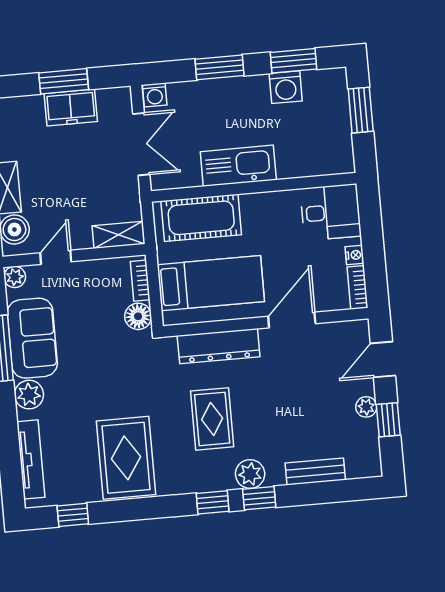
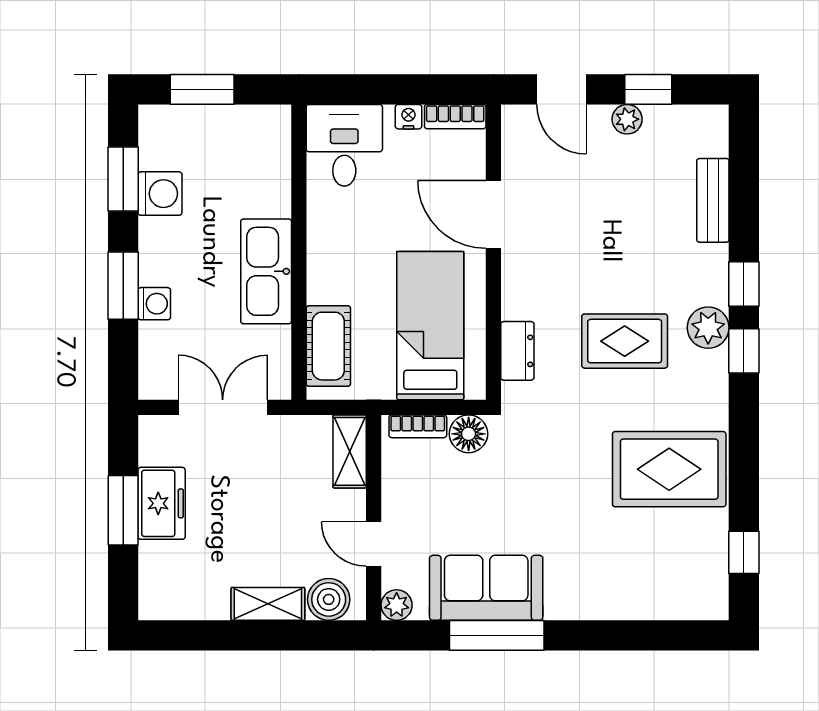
washing machine: (155, 95) -> (154, 304), moved
cot: (201, 218) -> (328, 346), width x0.73, depth x0.75
dresser: (219, 346) -> (517, 351), width x0.51, depth x0.80
plant: (29, 395) -> (566, 600), removed
tv unit: (31, 459) -> (659, 605), removed
plant: (250, 474) -> (708, 328), moved

